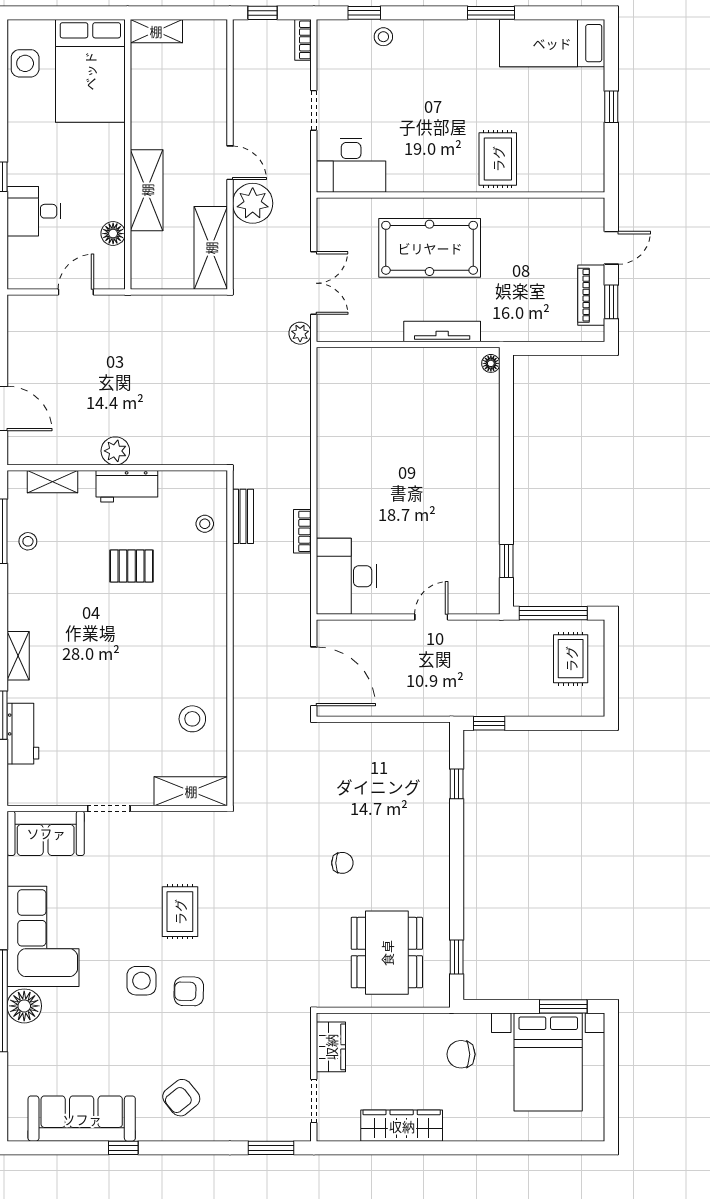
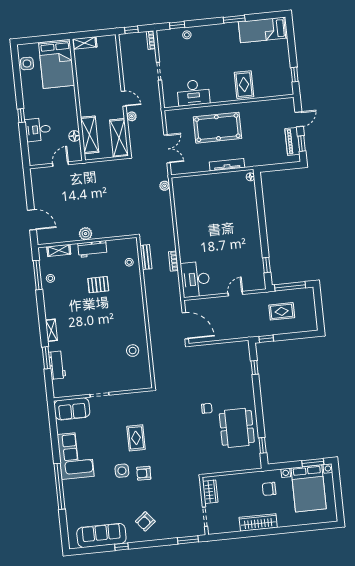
window: (611, 107) -> (295, 75), moved
desk: (351, 165) -> (193, 93), moved
shelving: (147, 190) -> (90, 135), moved
plant: (253, 203) -> (132, 116), width x0.53, depth x0.53
plant: (300, 333) -> (165, 186), moved
rug: (571, 659) -> (282, 311), moved, turned 90
shelving: (191, 791) -> (135, 383), removed
dining table: (387, 953) -> (237, 428), moved
floor lamp: (24, 1006) -> (70, 487), removed
wardrobe: (402, 1126) -> (258, 522), moved

